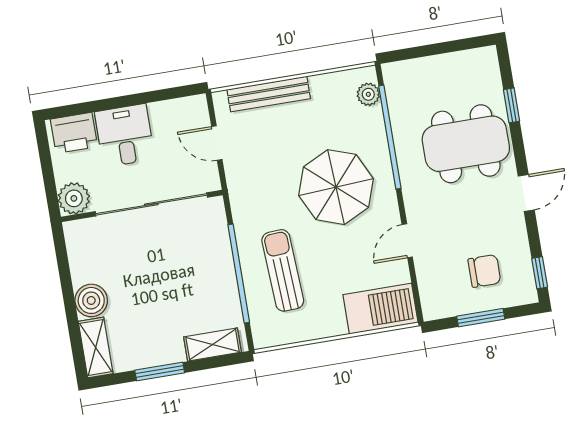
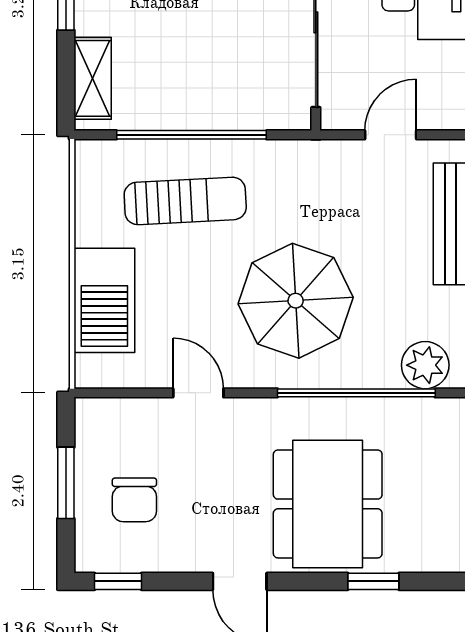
plant: (368, 94) -> (425, 365), width x1.38, depth x1.38
barbecue: (380, 309) -> (104, 300), moved

